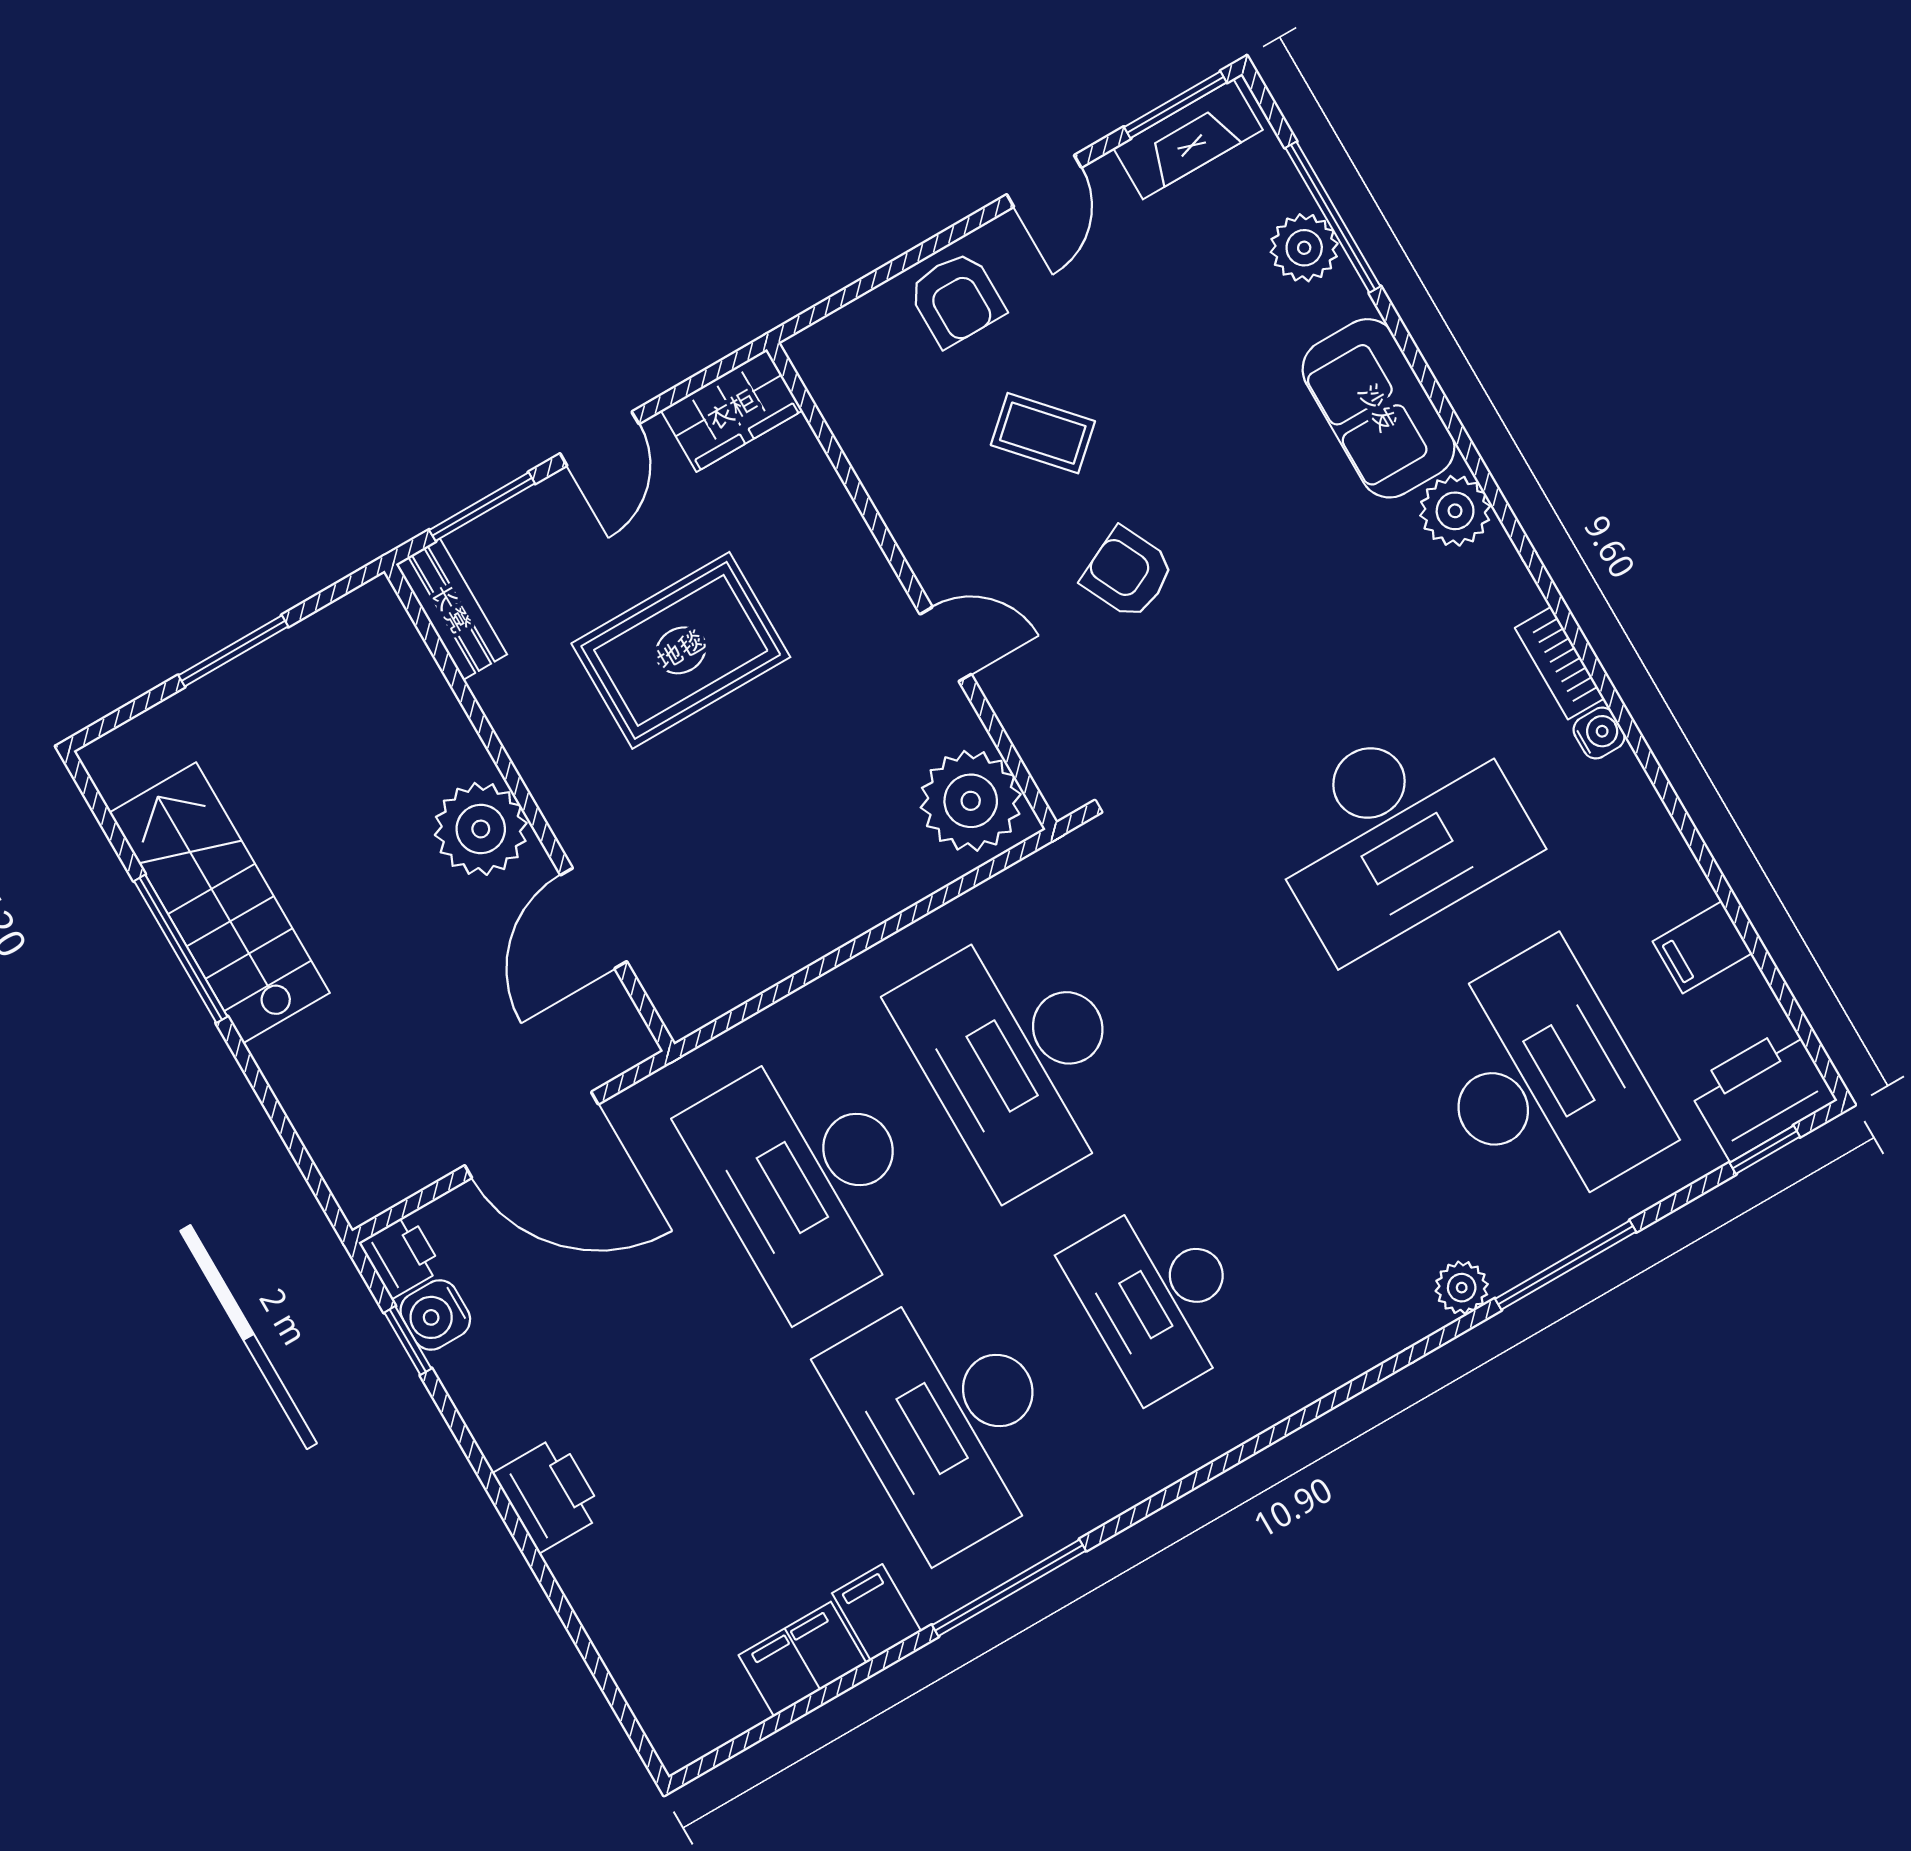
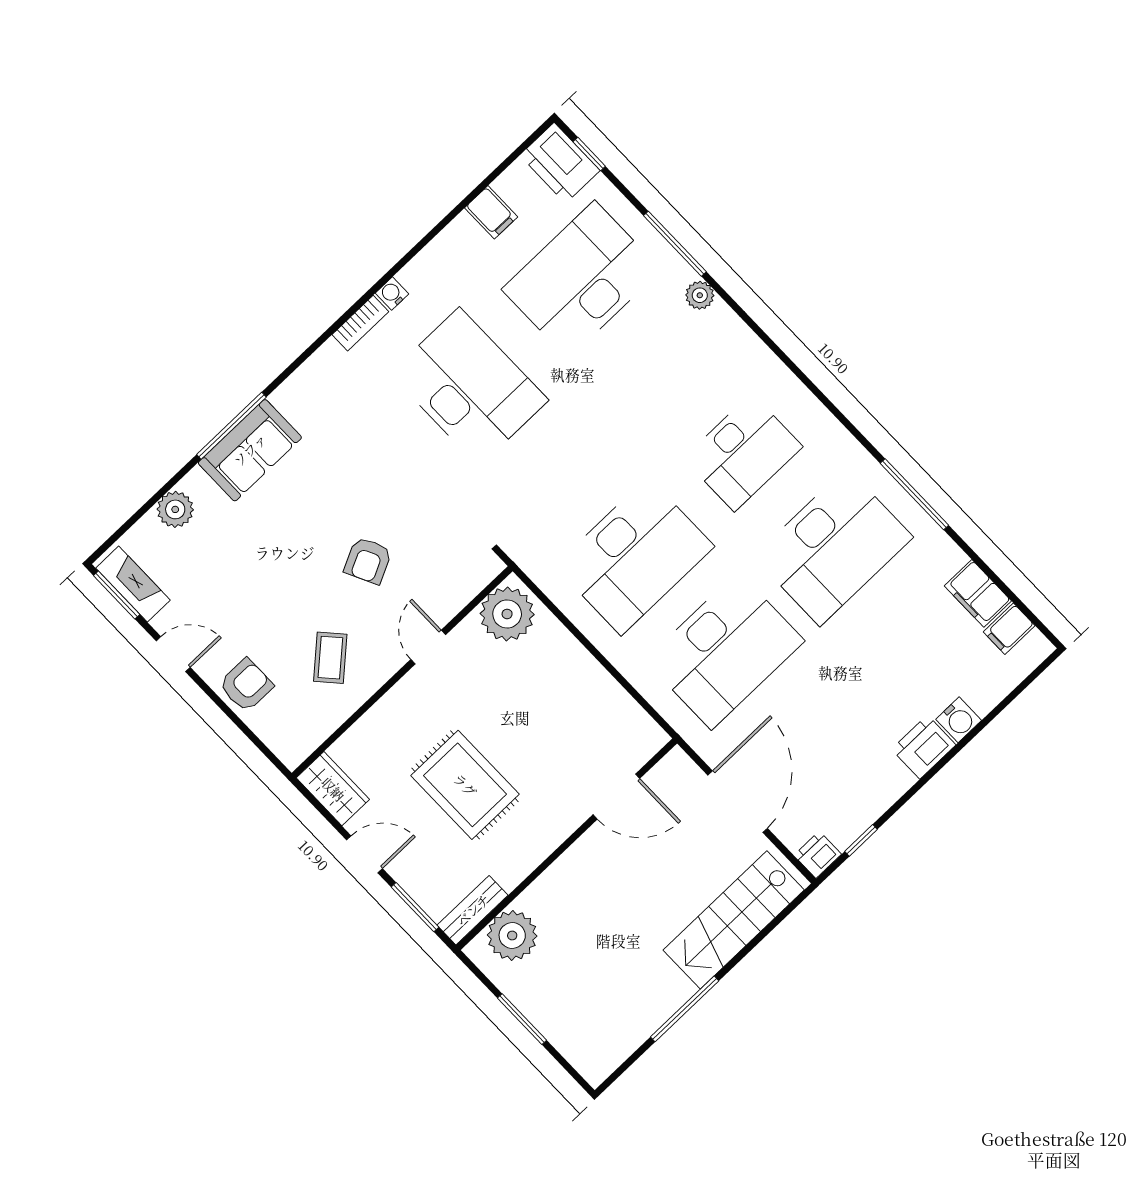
window: (1333, 217) -> (231, 426), moved
coffee table: (1043, 433) -> (330, 658), moved
plant: (1455, 511) -> (294, 397), removed
plant: (481, 829) -> (512, 936), moved
stairs: (220, 903) -> (734, 920), moved
water cooler: (435, 1315) -> (959, 720), moved
filing cabinet: (877, 1612) -> (1009, 629), moved

